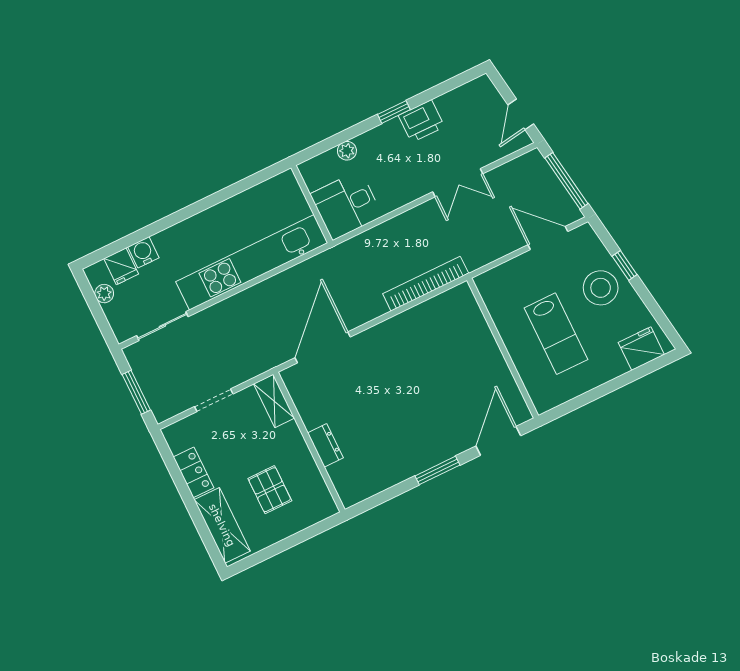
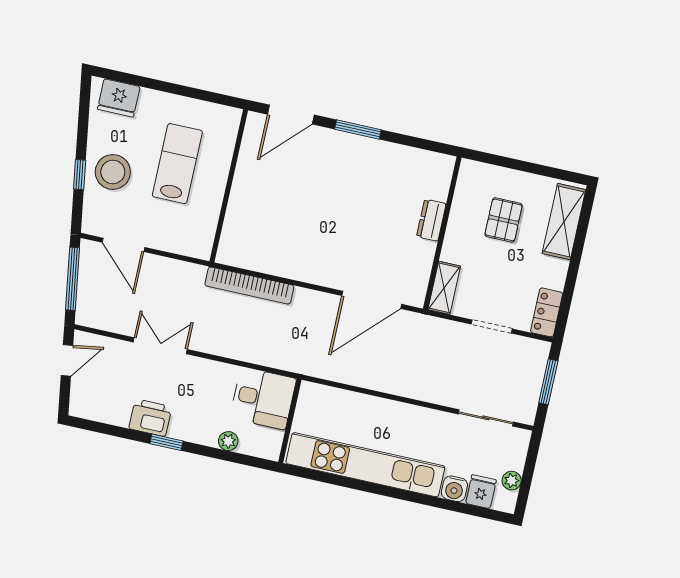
kitchen unit: (252, 262) -> (365, 465), moved, turned 180
locker: (193, 472) -> (547, 312), moved

